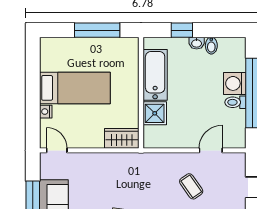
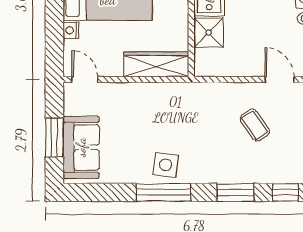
wardrobe: (122, 138) -> (156, 64), width x1.50
door: (211, 150) -> (279, 79), hinge flipped

